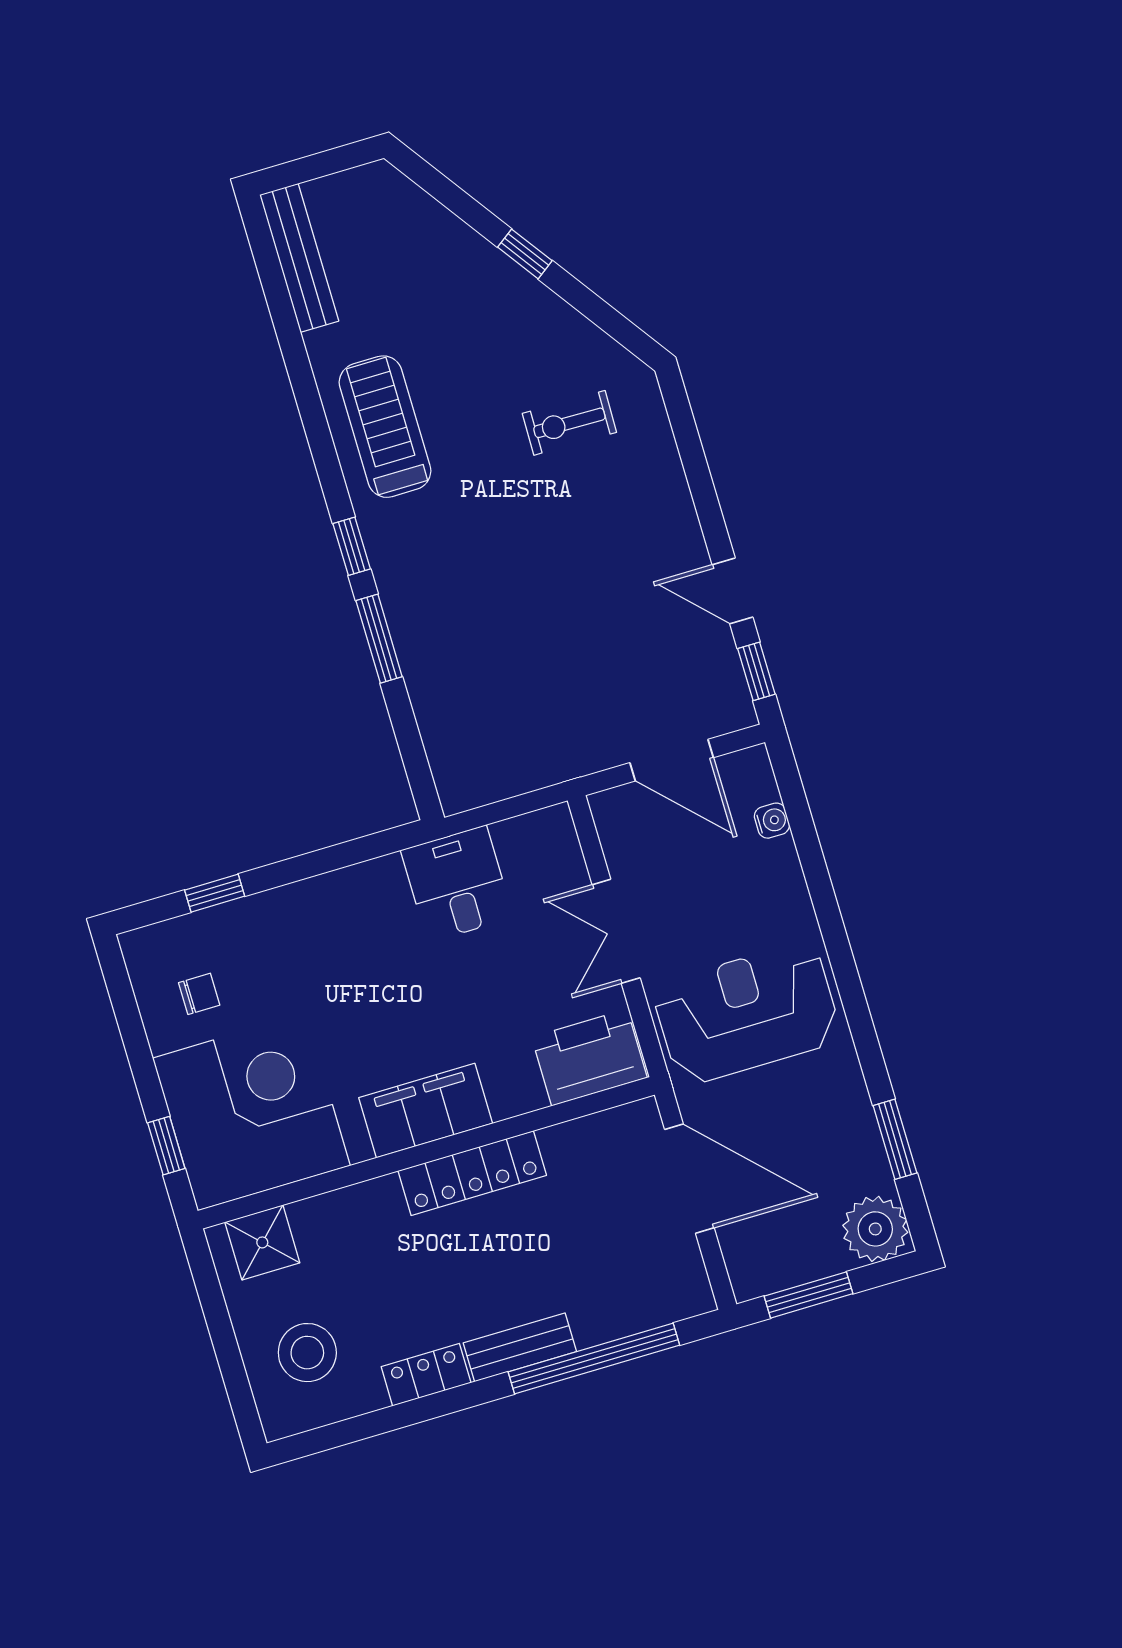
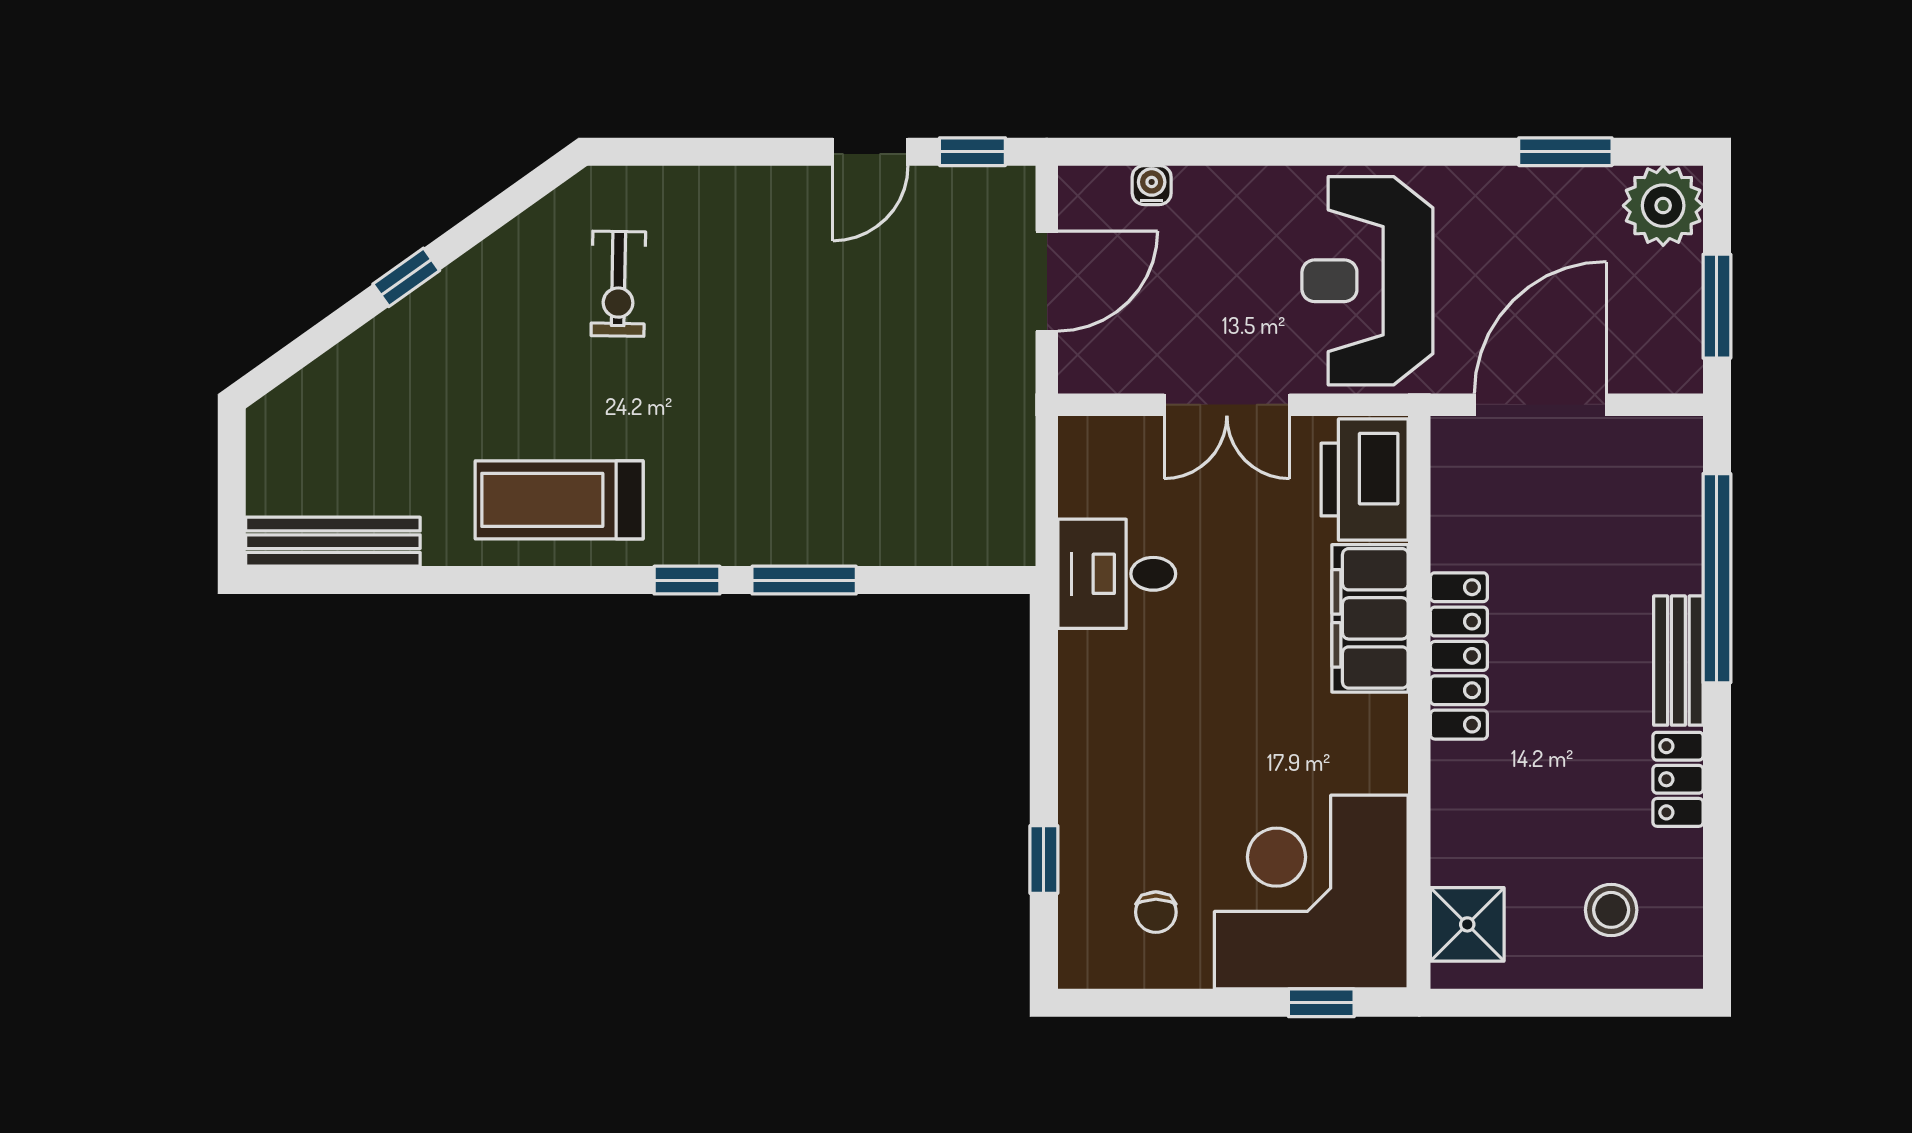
chair: (199, 994) -> (1156, 912), turned 180
filing cabinet: (426, 1111) -> (1370, 618), moved
stool: (307, 1353) -> (1611, 910), width x0.73, depth x0.73

